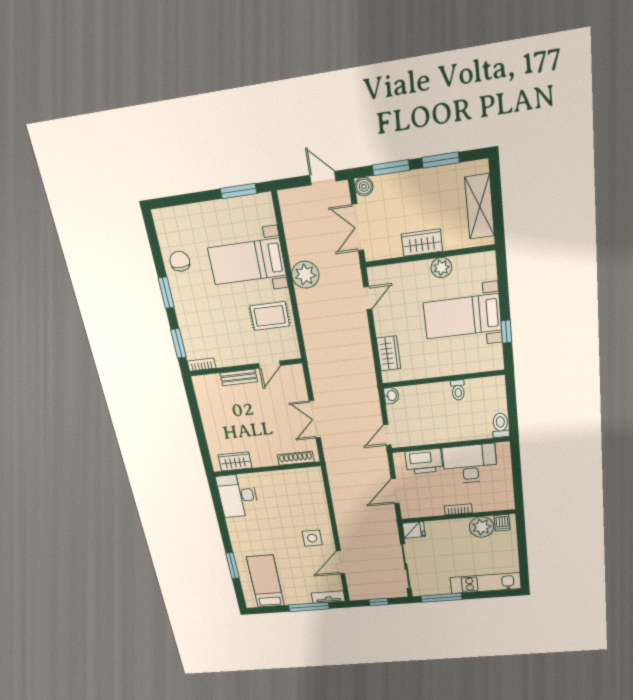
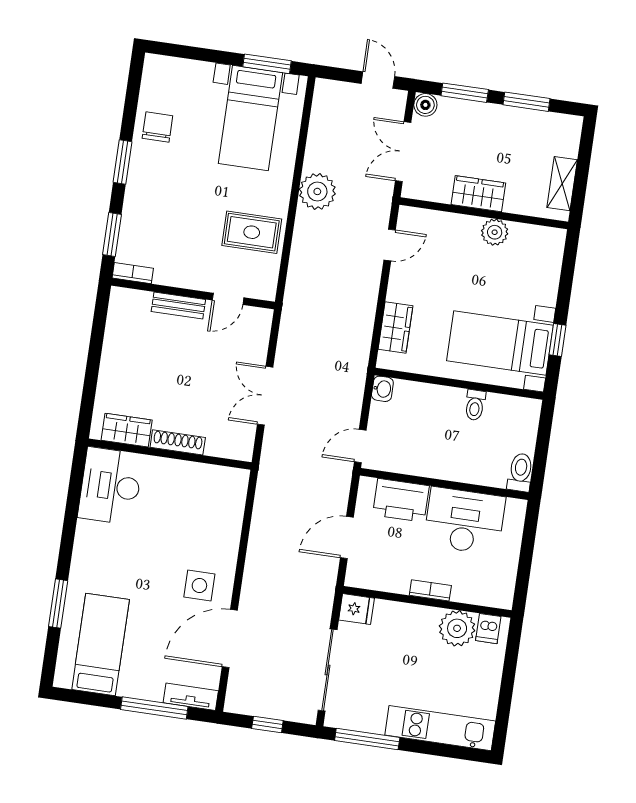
shelving: (480, 207) -> (562, 184), width x0.67, depth x0.75
bed with nightstands: (247, 262) -> (250, 118), moved, turned -90
bed with nightstands: (462, 316) -> (500, 343), moved
shoe rack: (296, 458) -> (178, 442), moved
door: (341, 562) -> (230, 639), width x1.36

